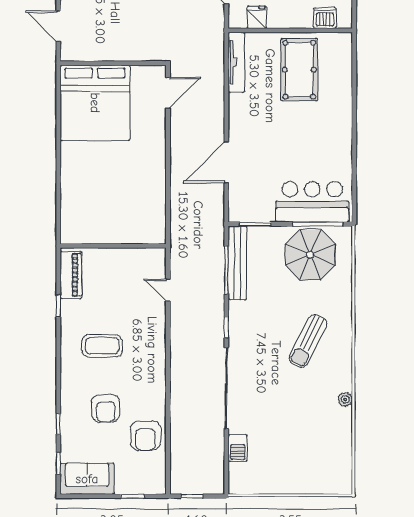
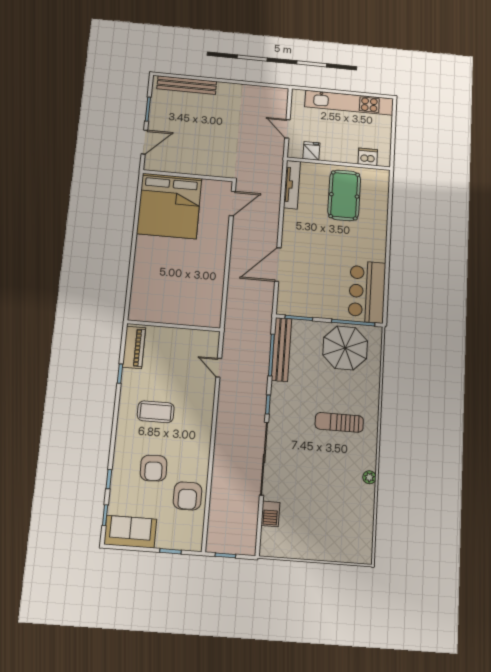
door: (58, 26) -> (144, 142), swing flipped
bar counter: (312, 202) -> (367, 292), moved, turned -90
sun lounger: (308, 341) -> (339, 422), turned 63

